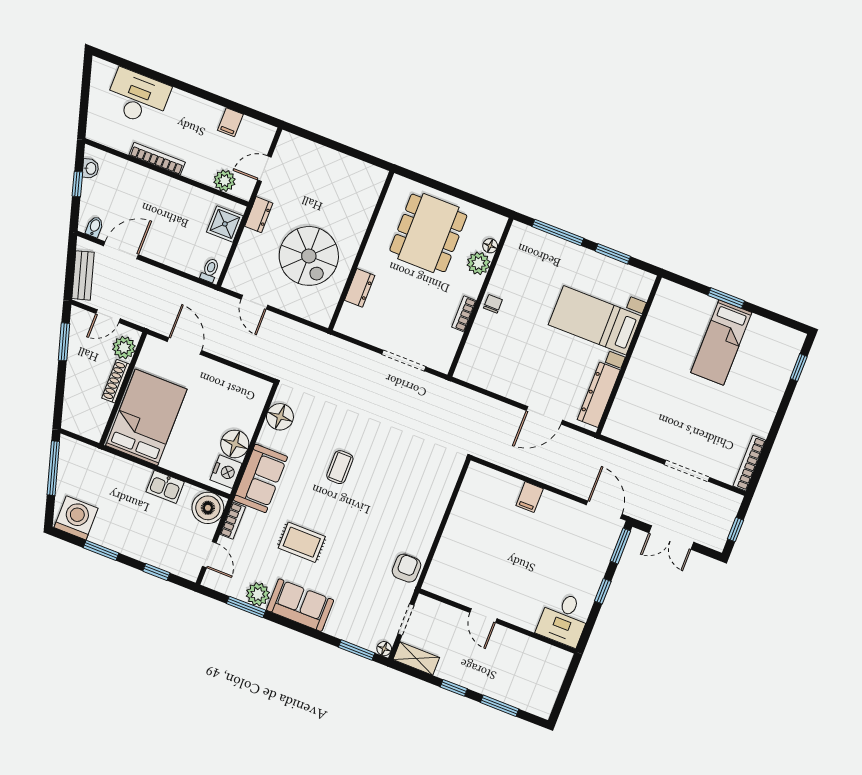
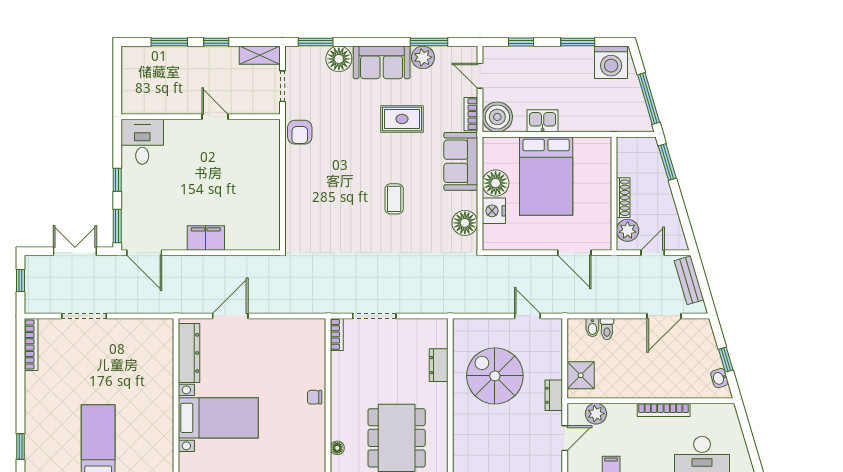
bidet: (95, 227) -> (592, 328), moved
plant: (479, 263) -> (341, 428), removed
toilet: (210, 270) -> (607, 329), moved
chair: (493, 304) -> (315, 397), turned 90
bookcase: (464, 314) -> (337, 334), moved
window: (64, 342) -> (667, 162), moved
bed: (146, 417) -> (546, 176), moved
nightstand: (226, 472) -> (494, 211), moved
filing cabinet: (530, 497) -> (206, 238), width x2.00
floor lamp: (384, 649) -> (339, 59), moved, width x1.89, depth x1.89

